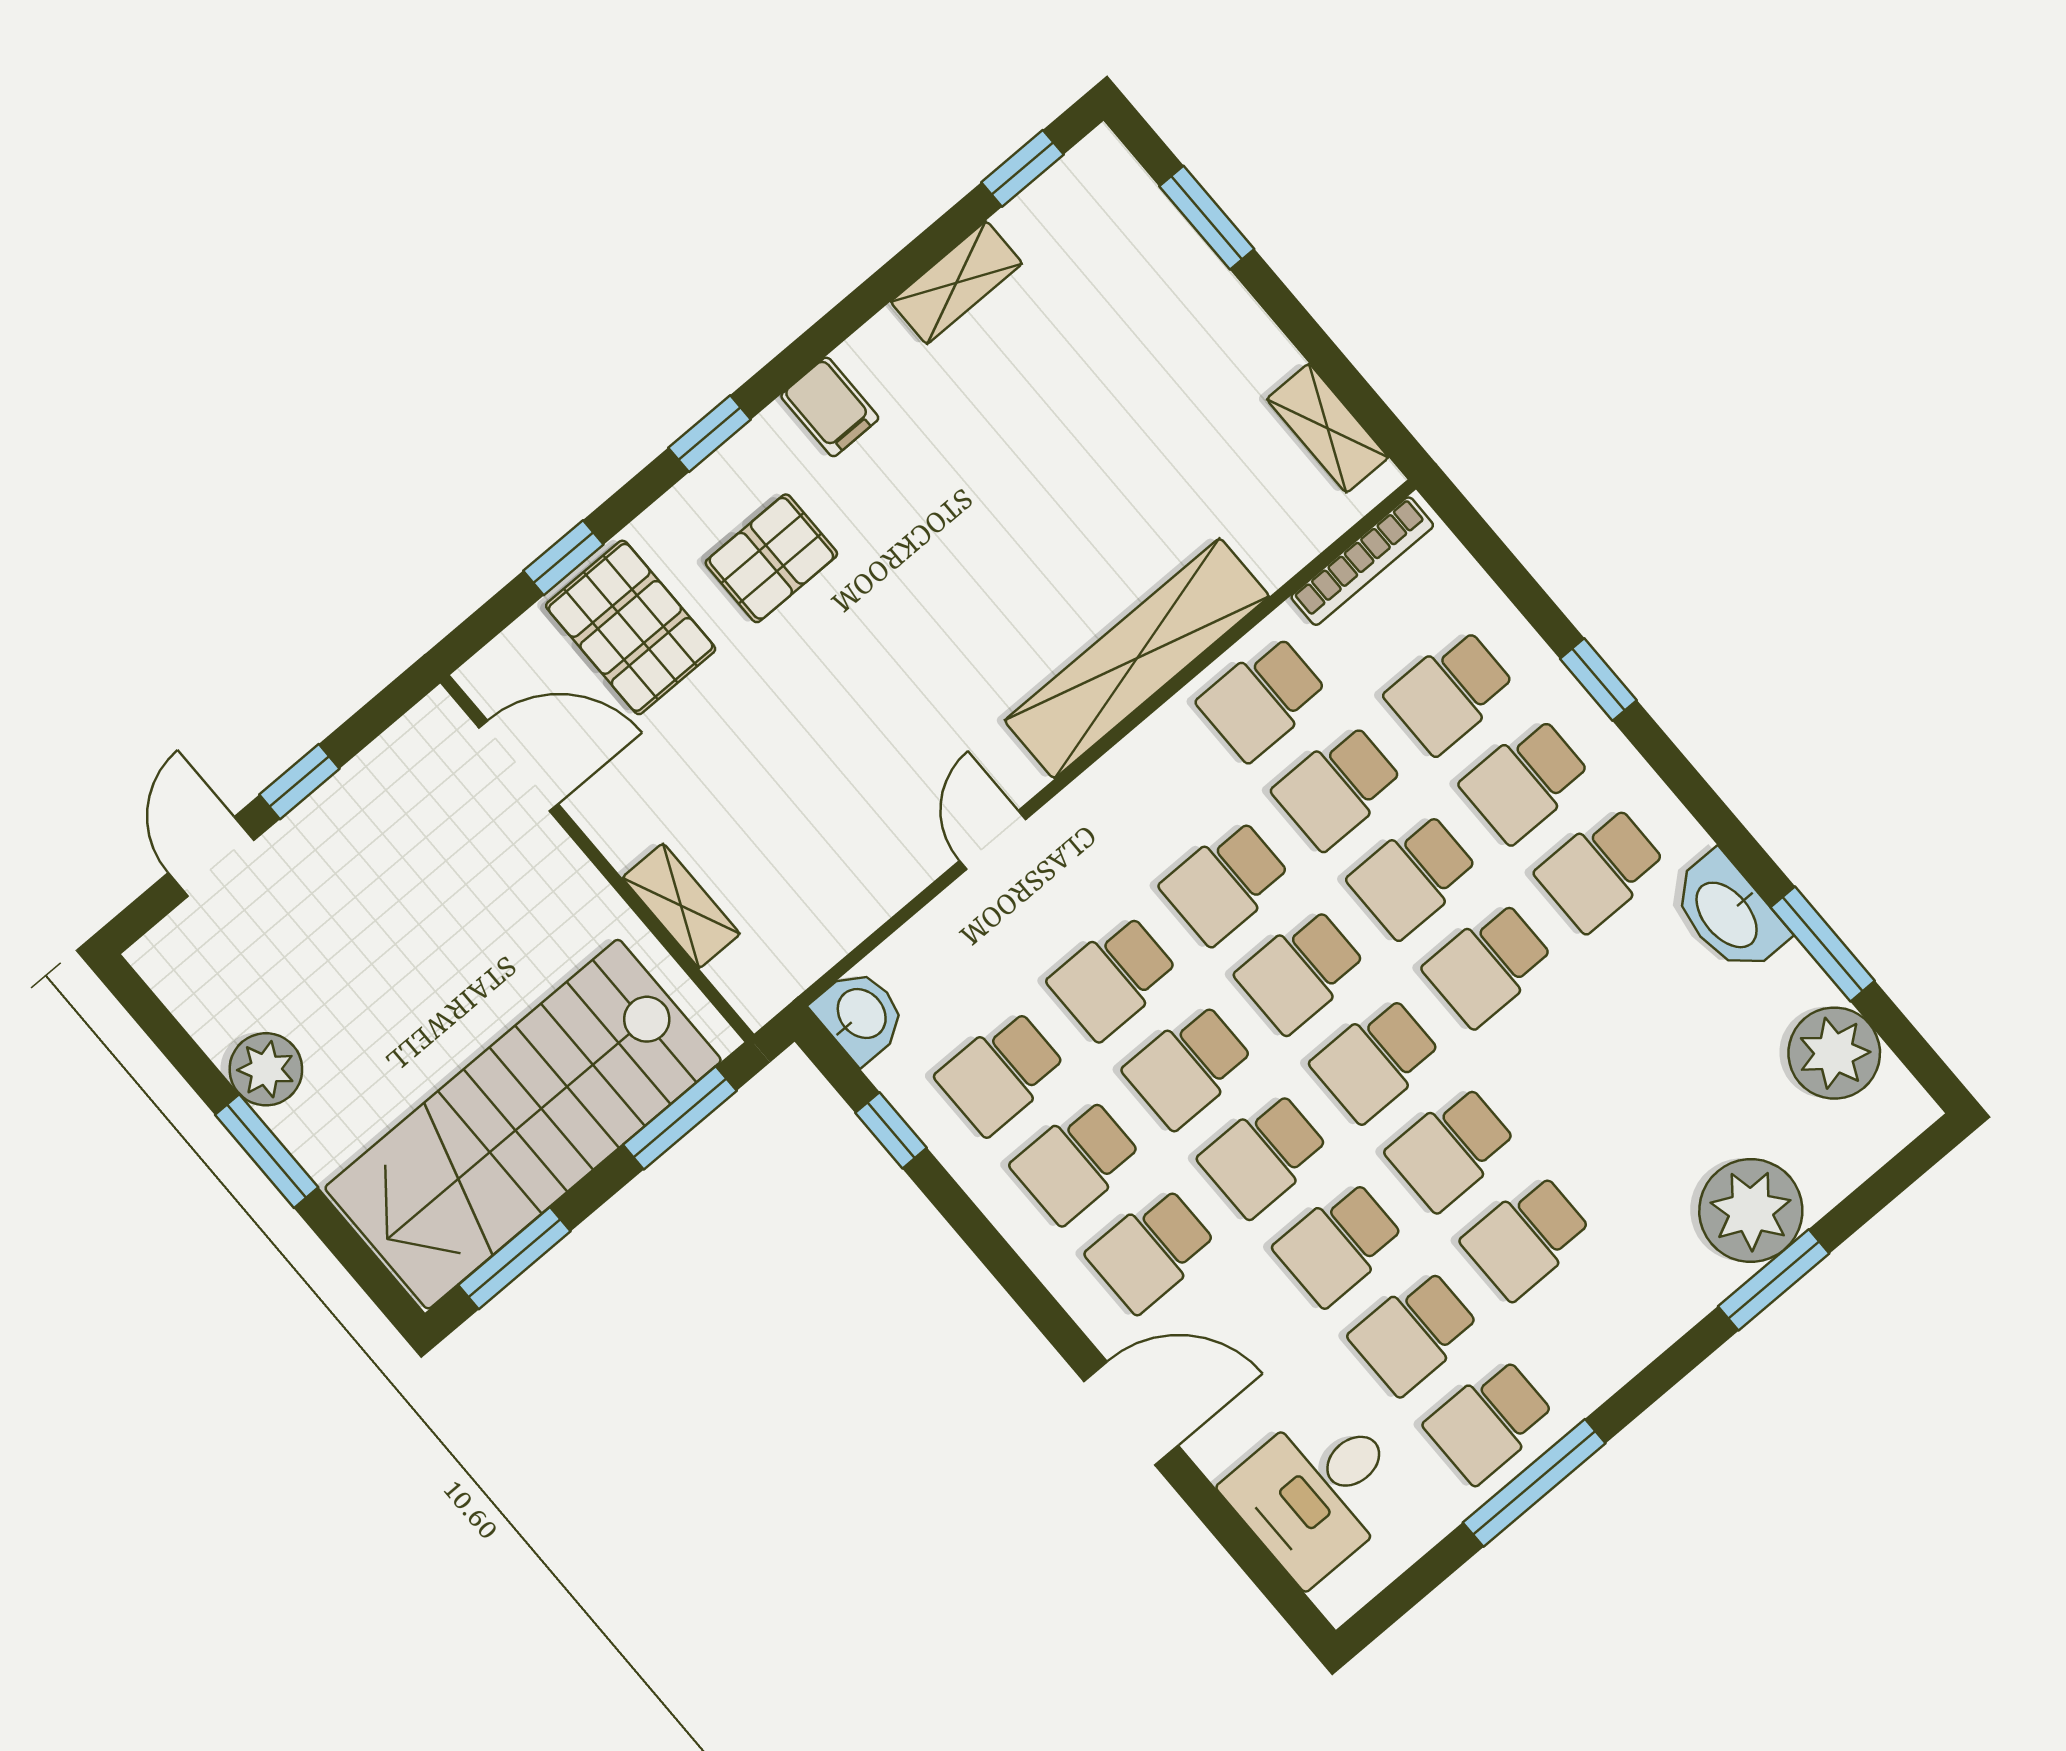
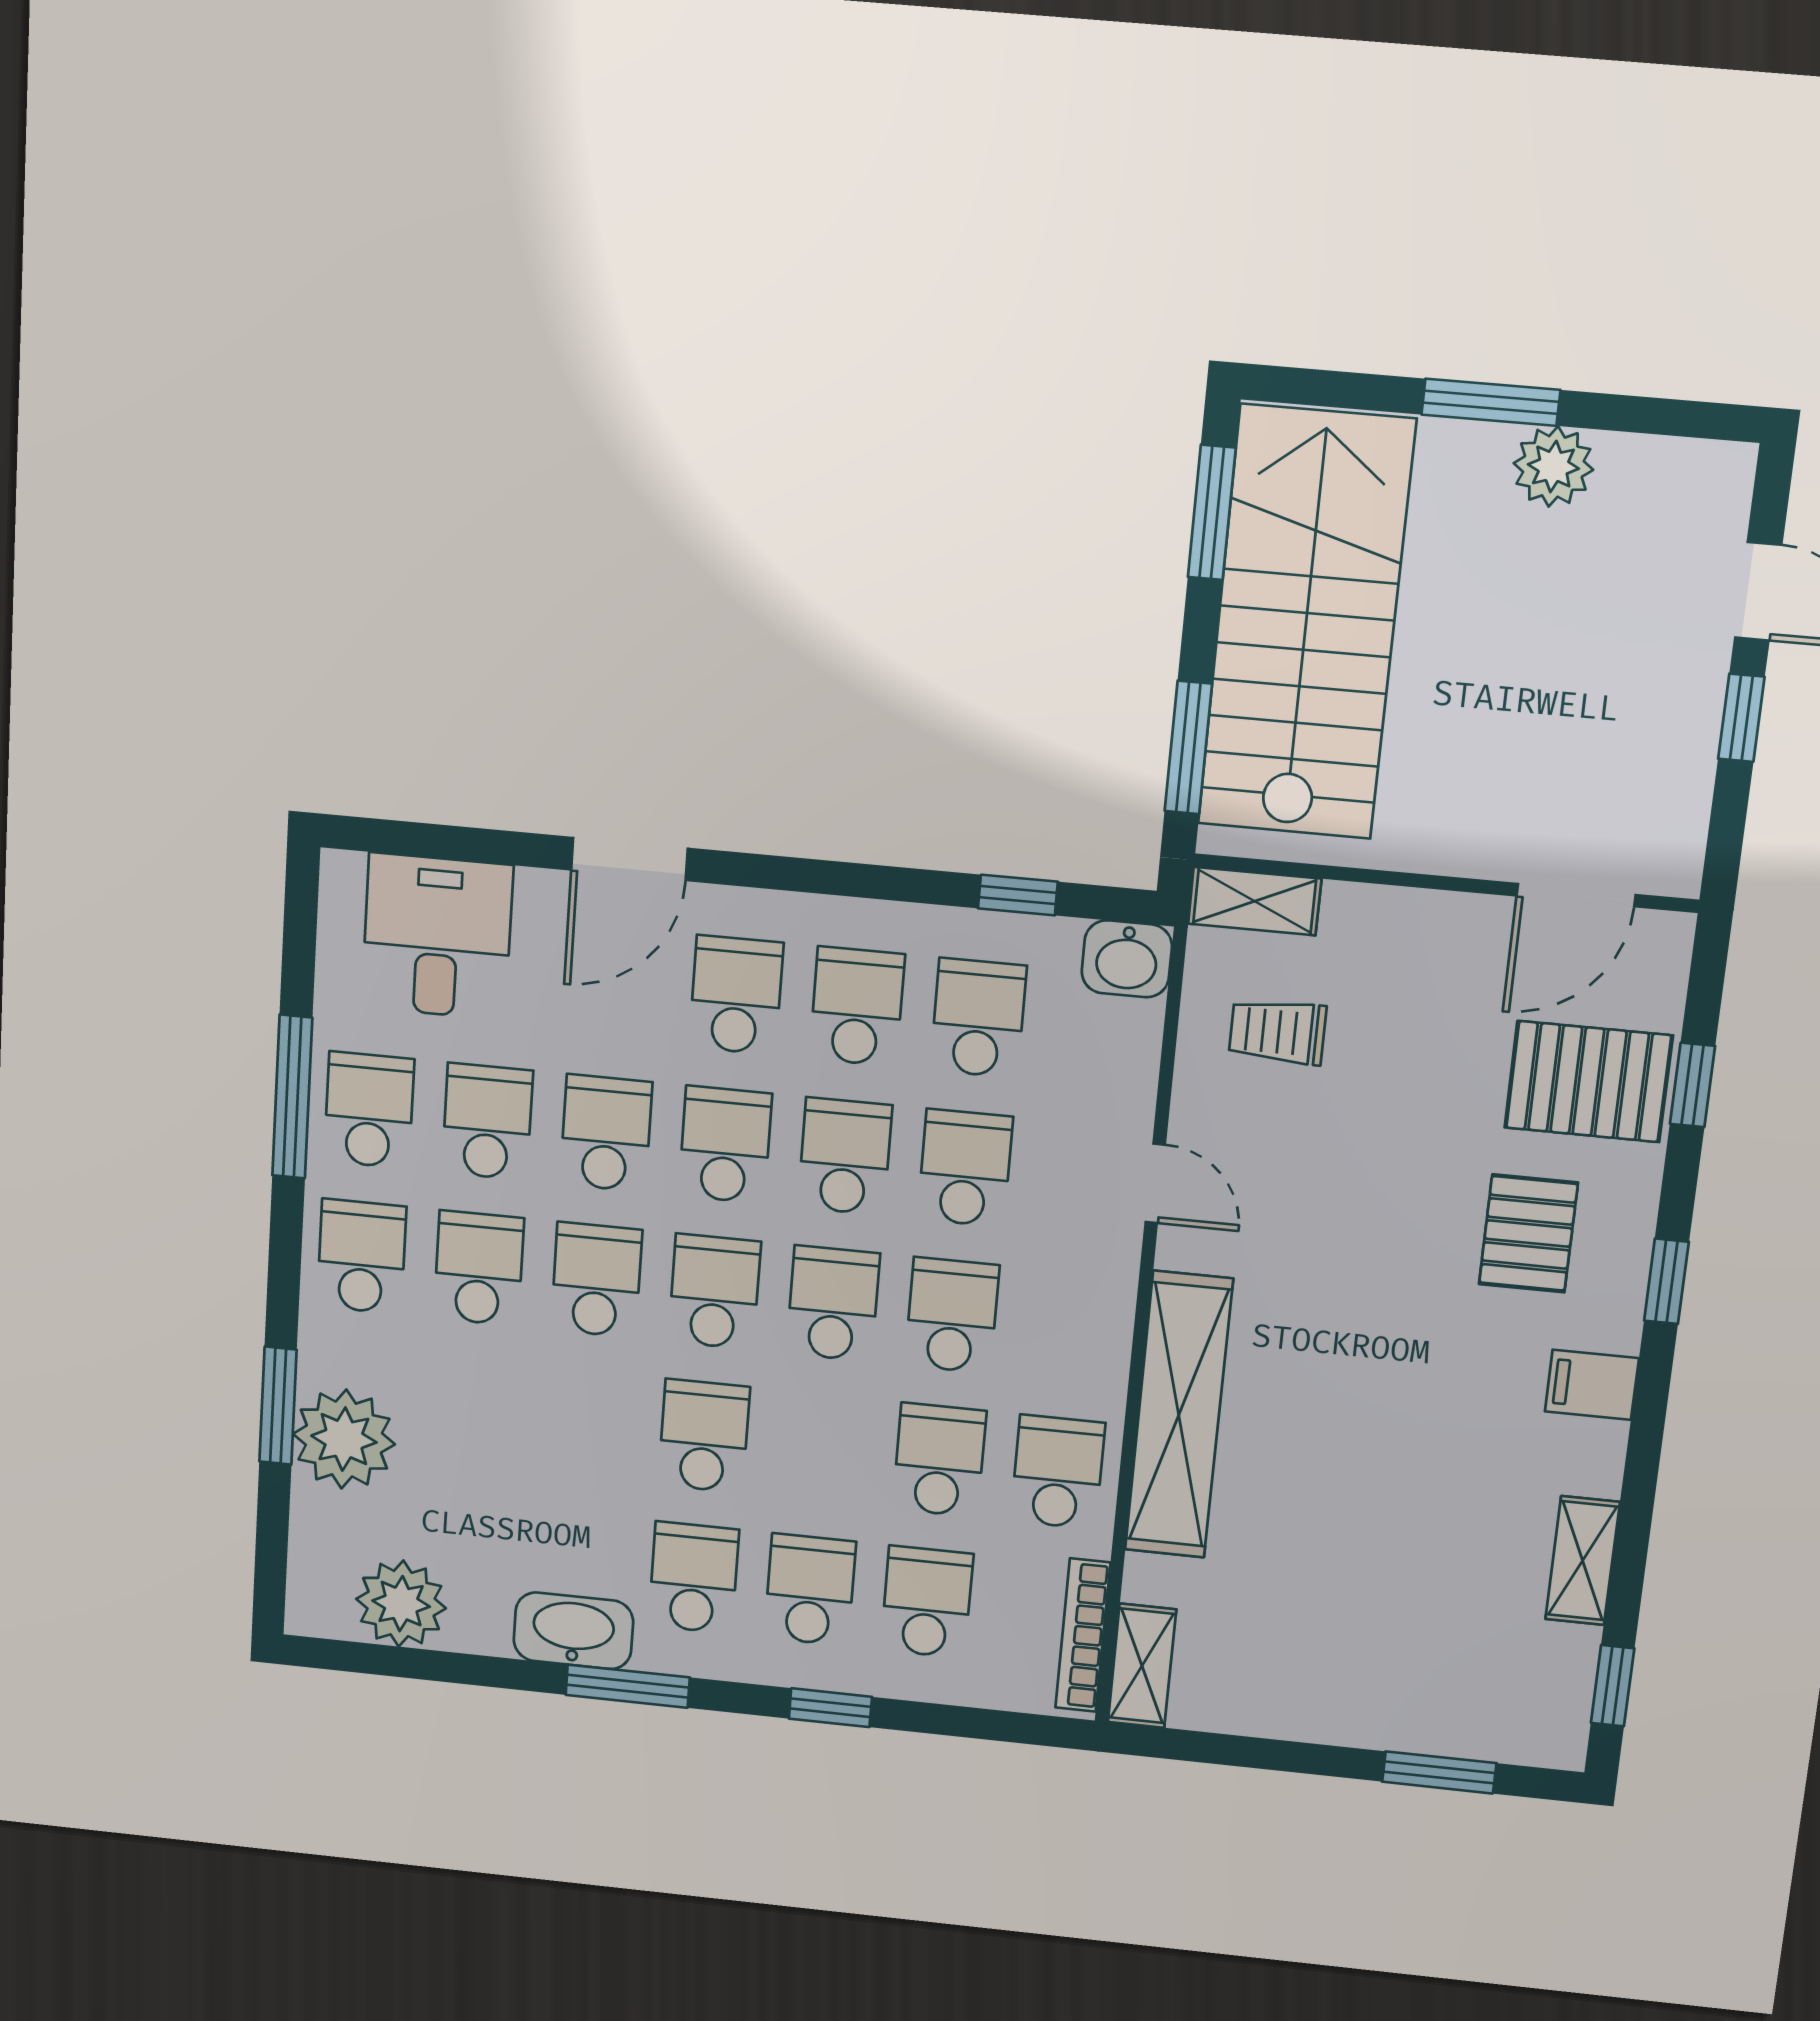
shelving: (1328, 428) -> (1142, 1666), moved, turned 90
trolley: (807, 865) -> (1277, 1032), added
school desk: (1413, 876) -> (362, 1257), moved
shelving: (681, 906) -> (1255, 901), moved
window: (1823, 944) -> (628, 1686), moved

